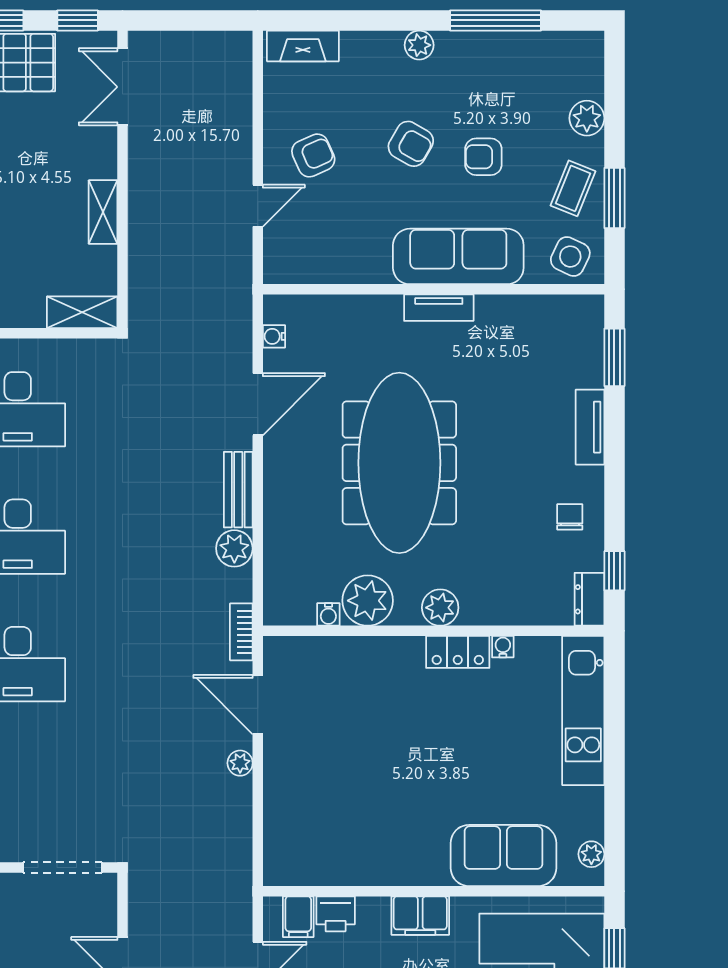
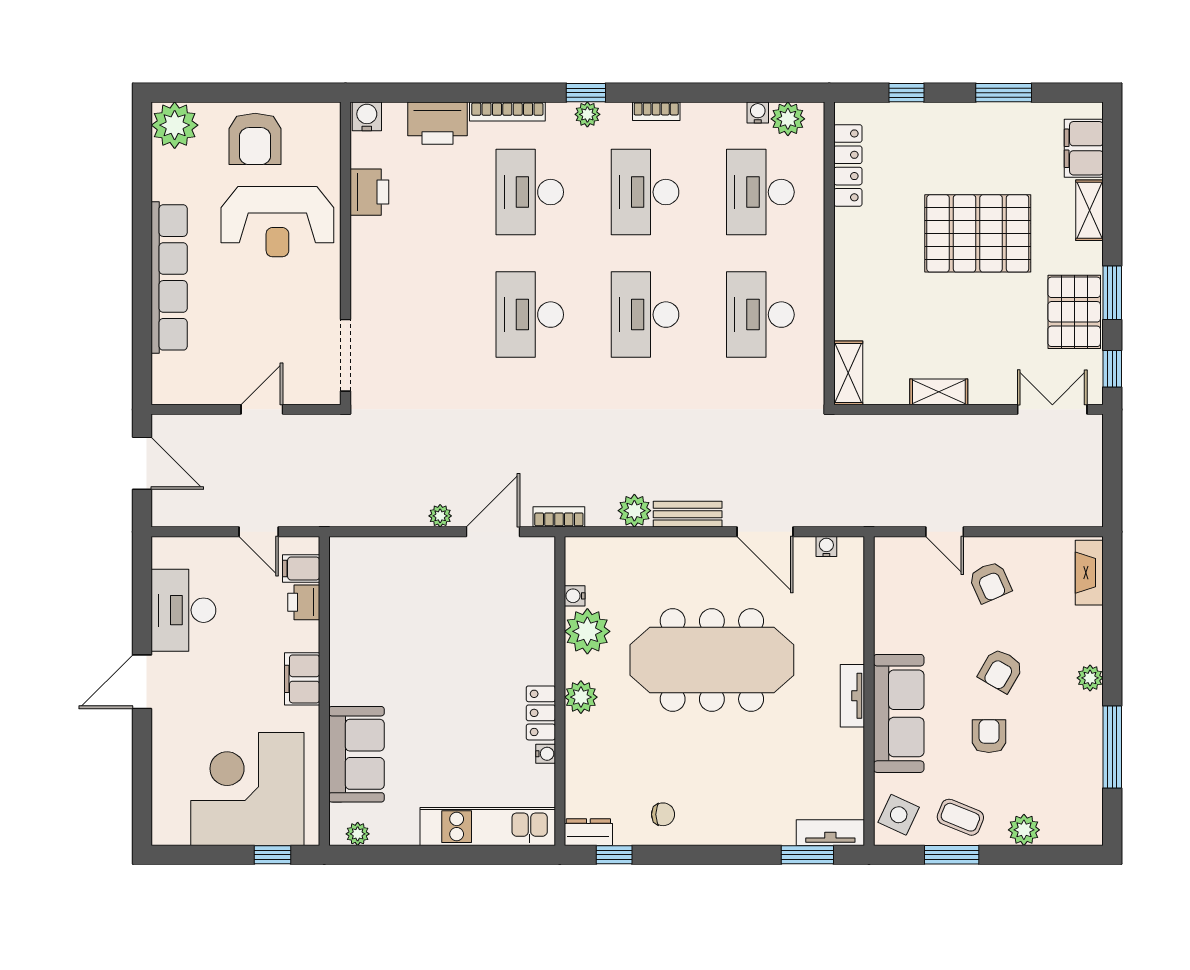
tv unit: (590, 427) -> (830, 833), moved

